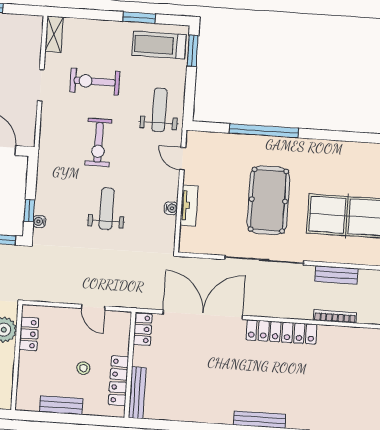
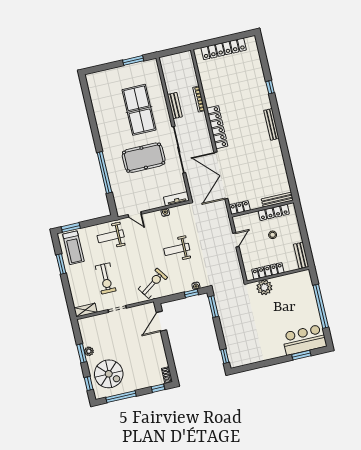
exercise bike: (99, 142) -> (153, 283), moved, turned -35
door: (183, 159) -> (135, 214), hinge flipped
tv unit: (189, 205) -> (176, 199), moved
locker: (29, 334) -> (268, 271), width x1.53
bench: (61, 405) -> (301, 255), moved

